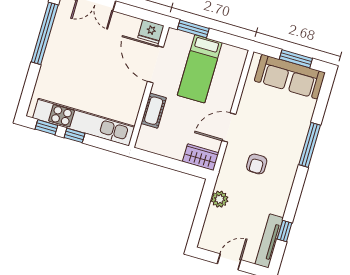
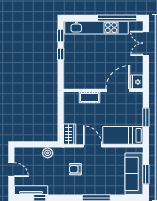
window: (193, 29) -> (146, 117), moved
bed: (200, 69) -> (123, 135), moved
kitchen unit: (84, 122) -> (96, 28), moved, turned 90

